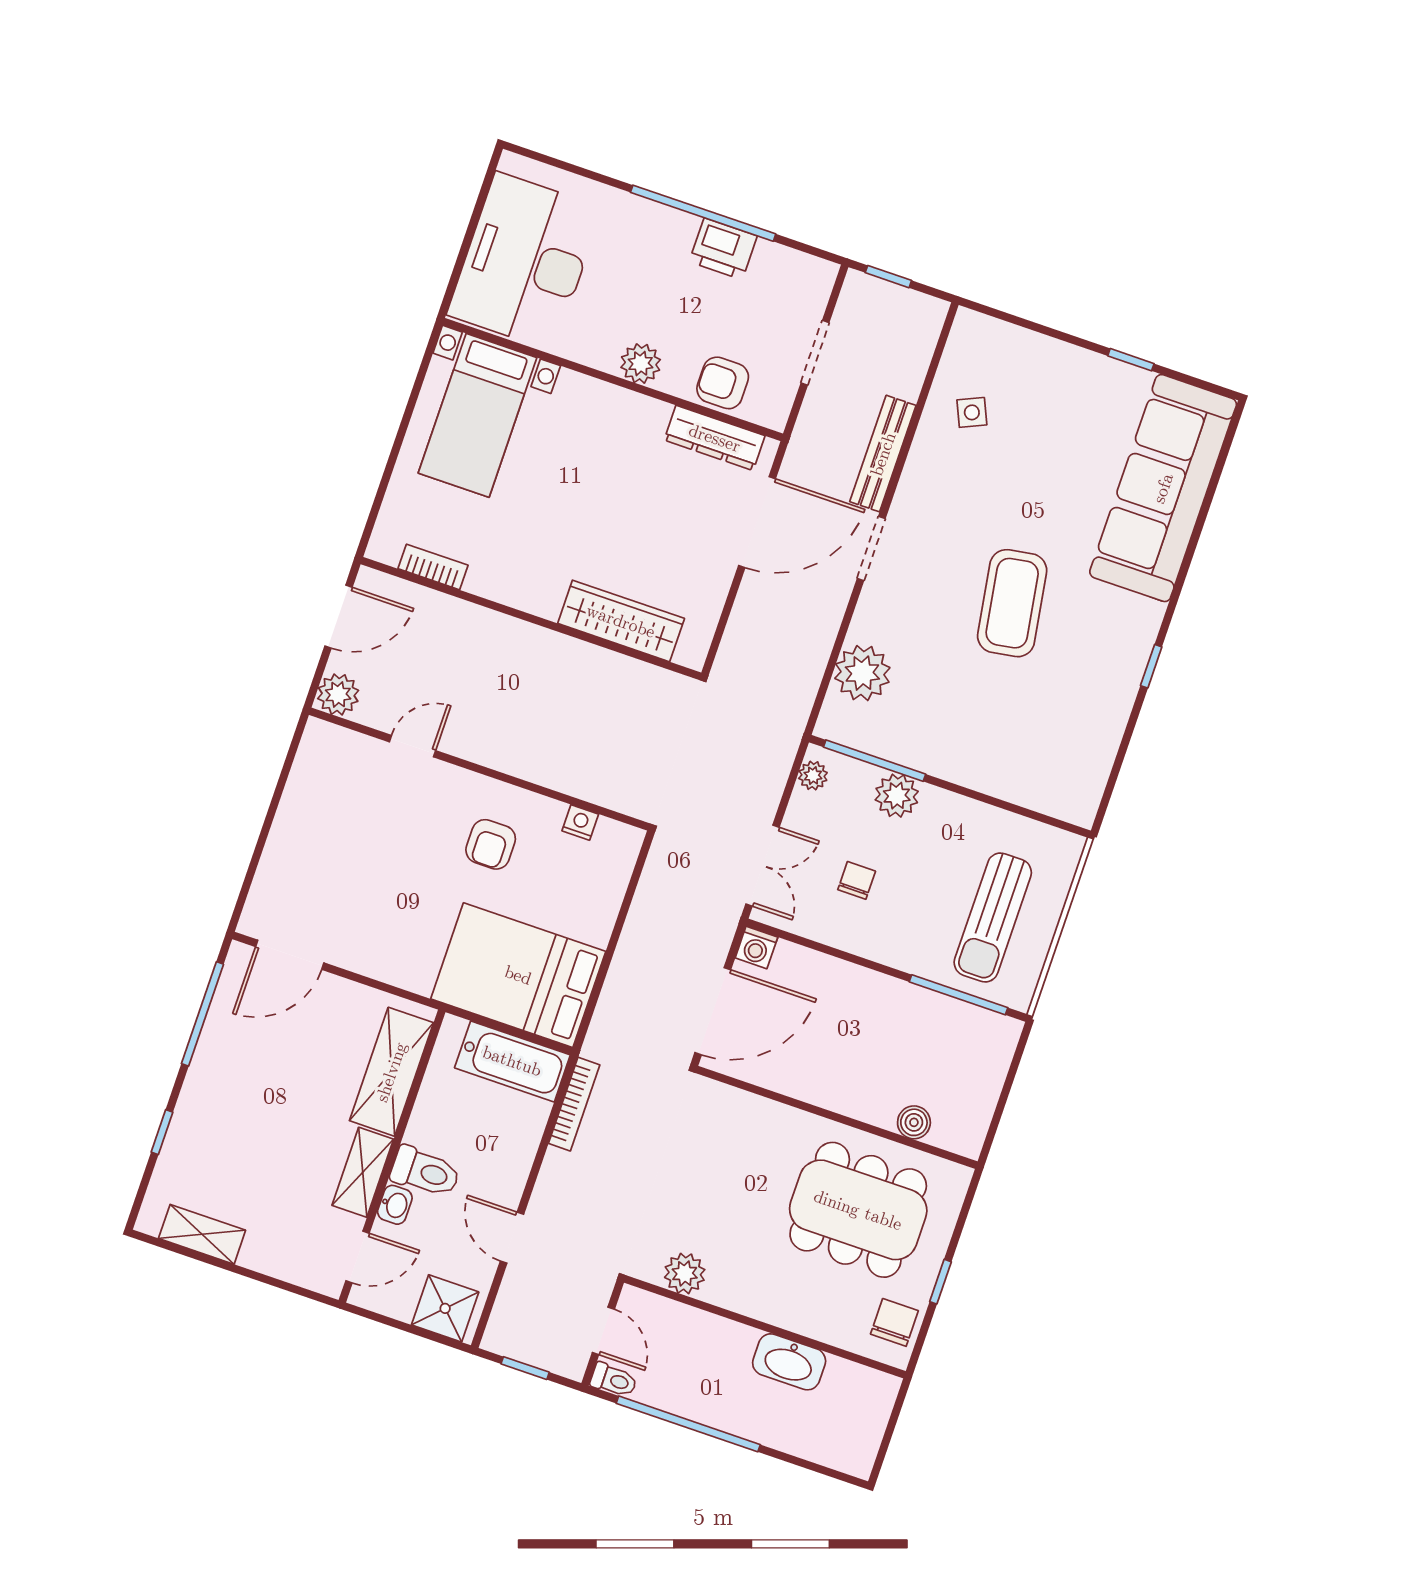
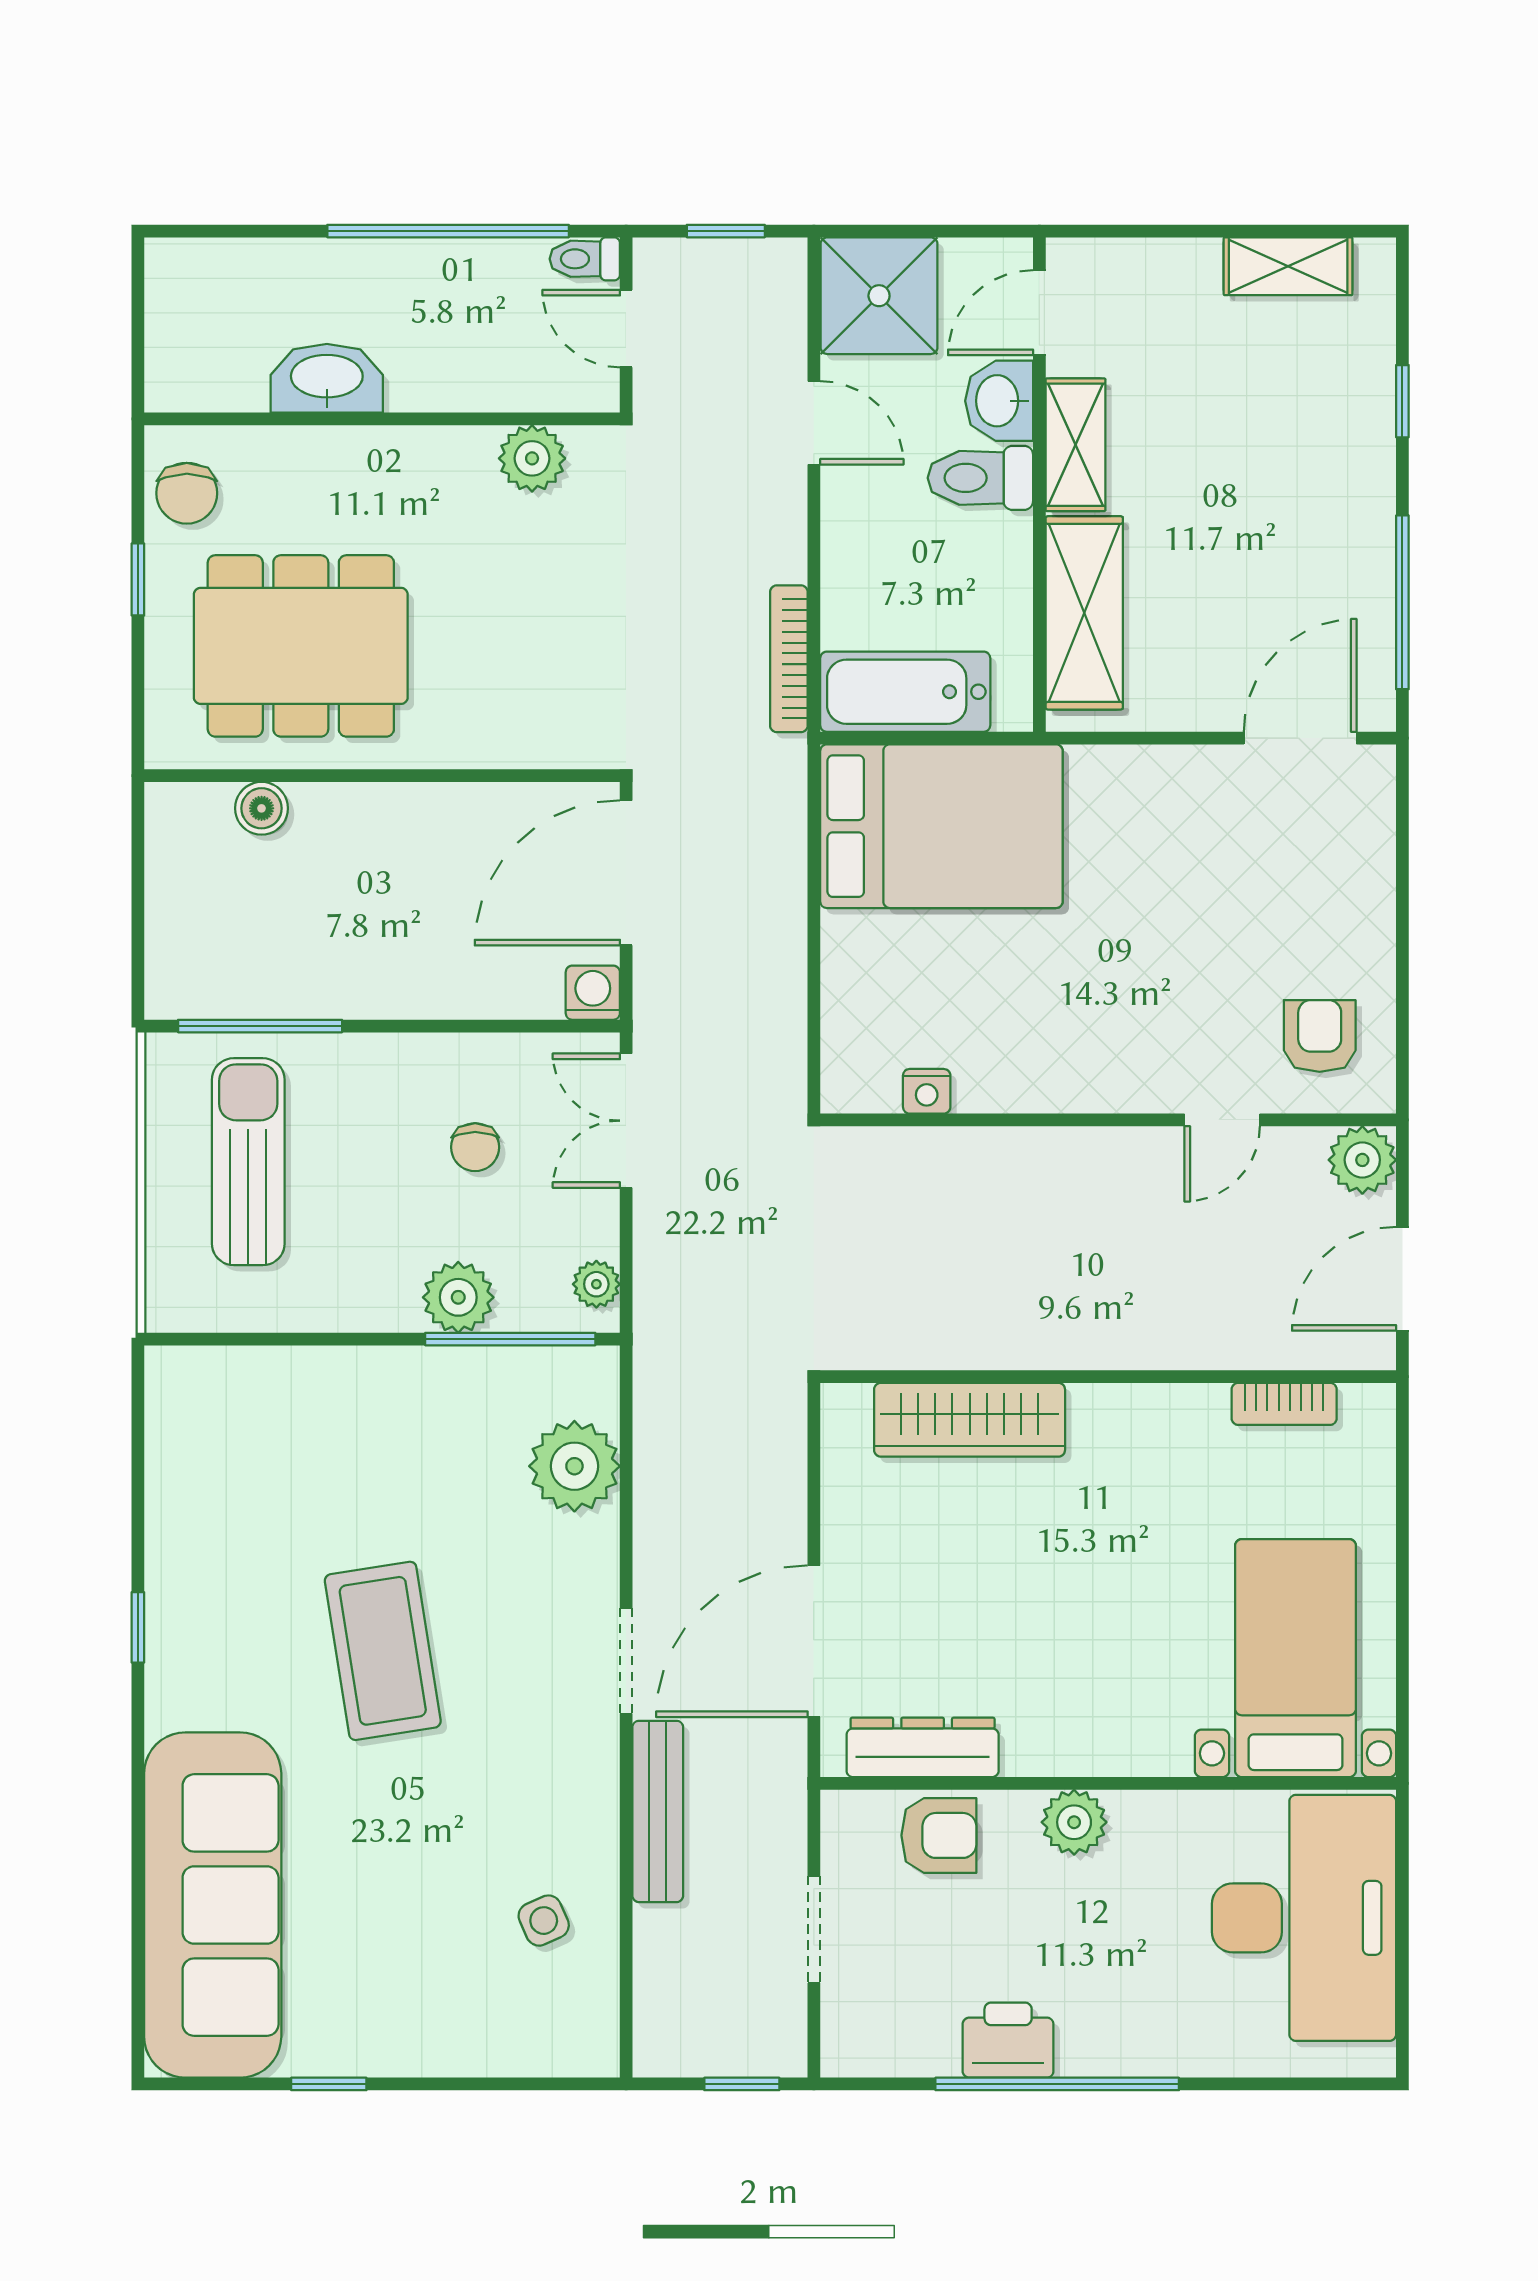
armchair: (491, 844) -> (1320, 1036), moved
washbasin: (395, 1205) -> (999, 401), width x1.38, depth x1.45
shower: (445, 1308) -> (879, 296), width x1.36, depth x1.36

